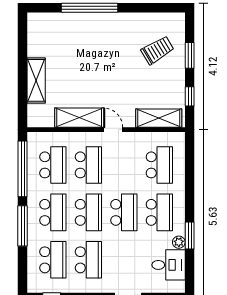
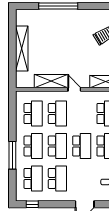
shelving: (36, 80) -> (22, 49), width x1.47
window: (23, 169) -> (12, 116), removed

